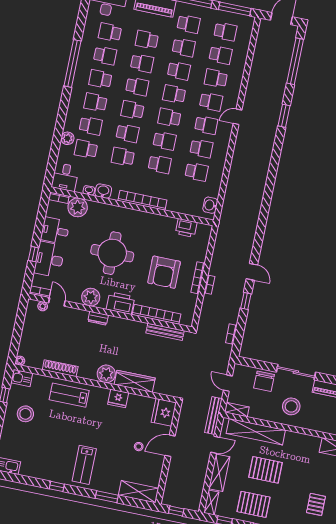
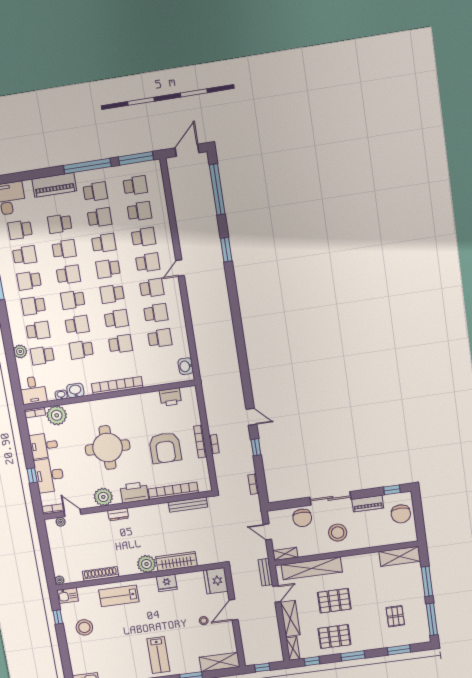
school desk: (216, 78) -> (144, 237), turned 180
bench: (213, 416) -> (265, 572), width x0.73

